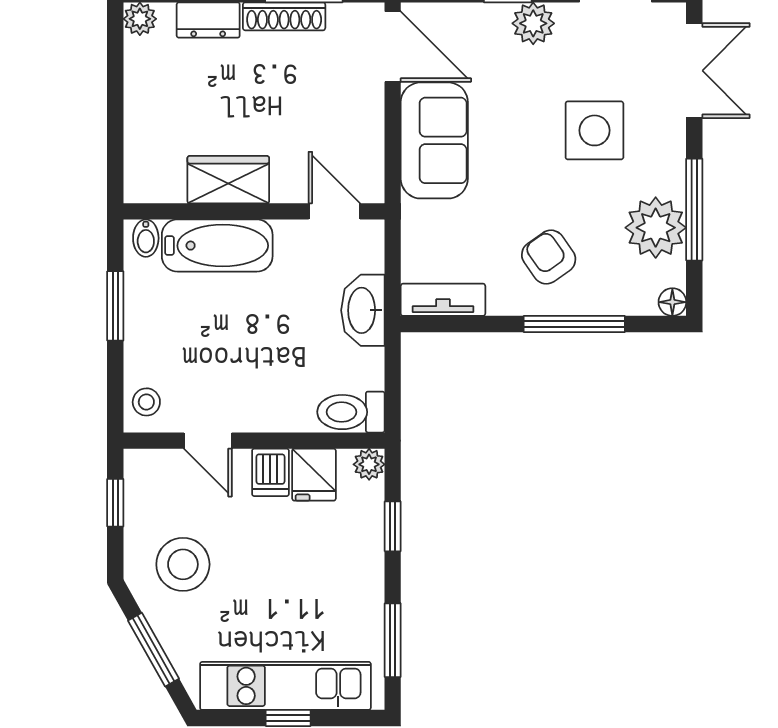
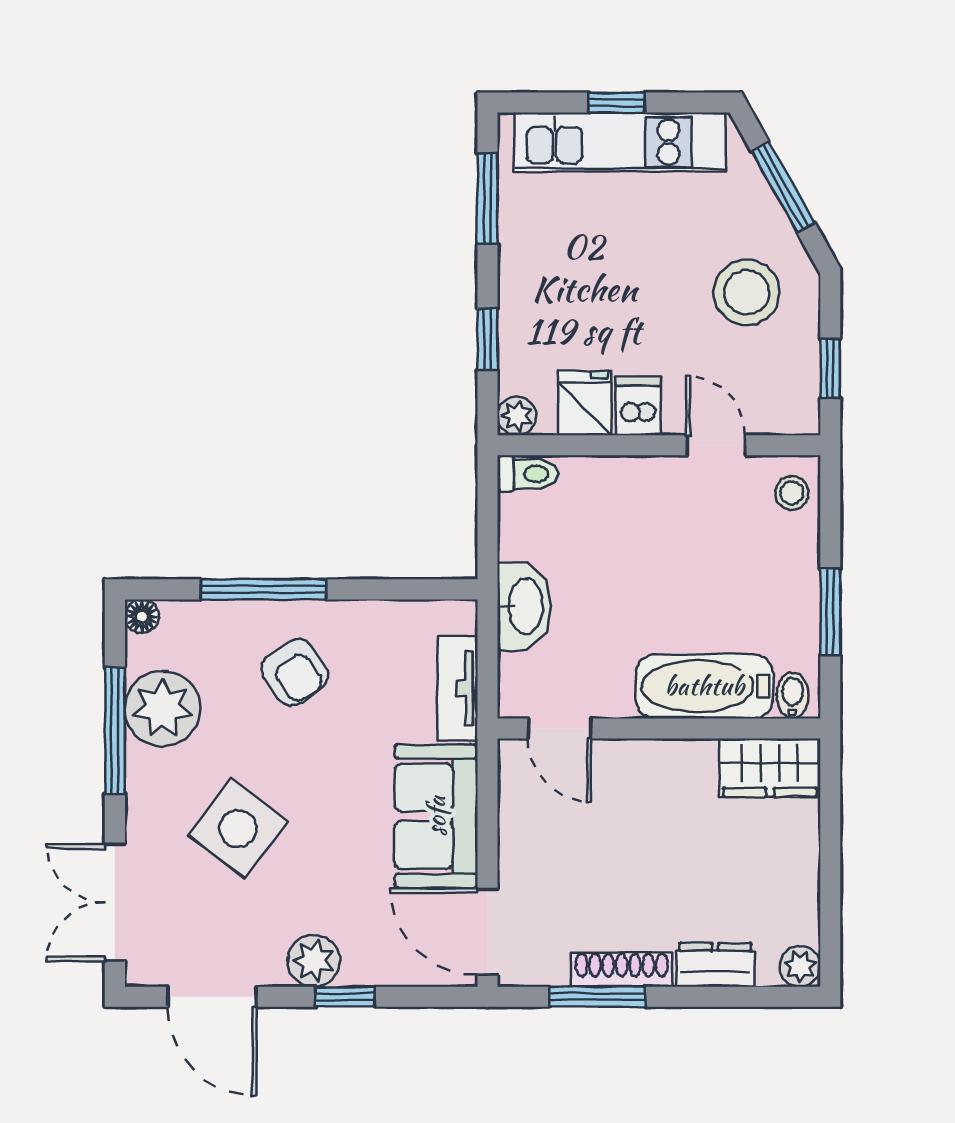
side table: (594, 130) -> (238, 828), turned 37
wardrobe: (228, 180) -> (770, 768), moved
tv unit: (443, 300) -> (458, 688), moved, turned 90
toilet: (351, 412) -> (527, 474), width x0.73, depth x0.72

